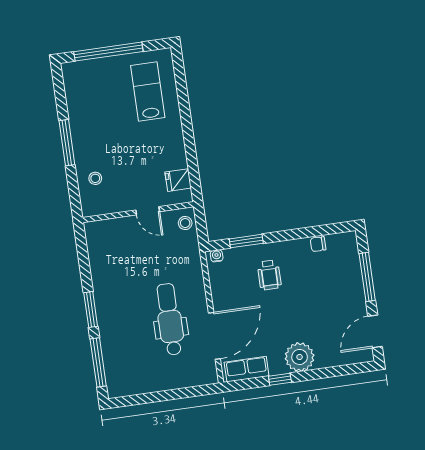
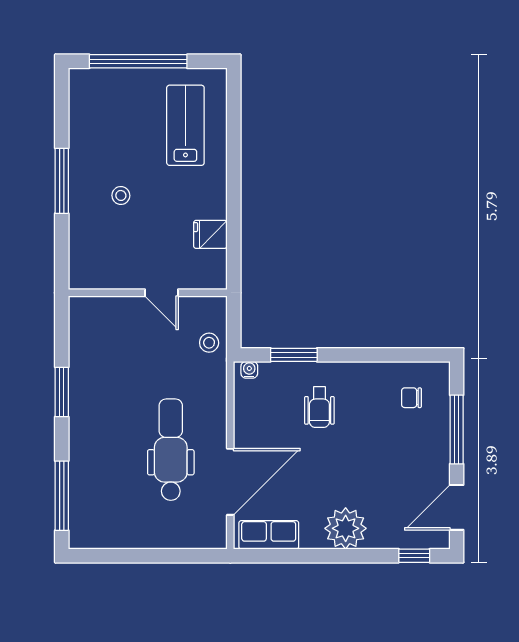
stool: (95, 178) -> (121, 195), moved
fridge: (178, 180) -> (210, 234), moved
stool: (185, 223) -> (209, 343), moved
chair: (318, 244) -> (411, 398), moved
window: (91, 309) -> (62, 392), moved
window: (280, 379) -> (414, 556), moved

